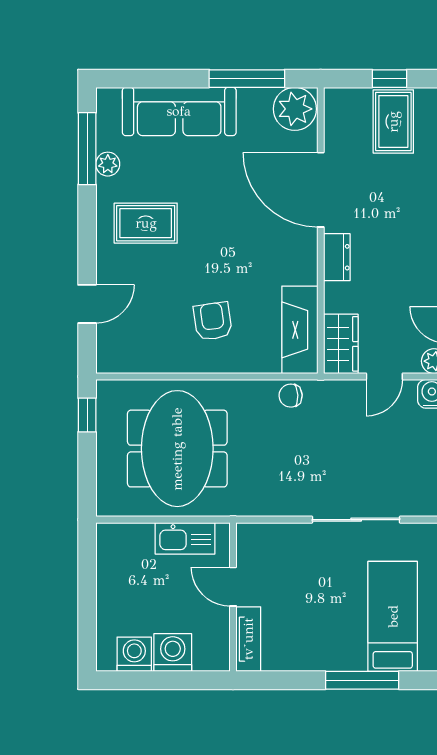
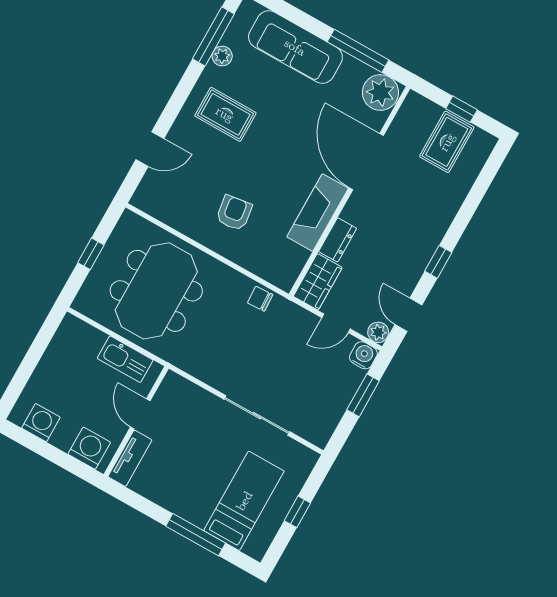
dresser: (337, 257) -> (338, 240), moved
fireplace: (300, 330) -> (318, 213), moved
window: (87, 415) -> (91, 254), moved
washing machine: (173, 653) -> (89, 448), moved

